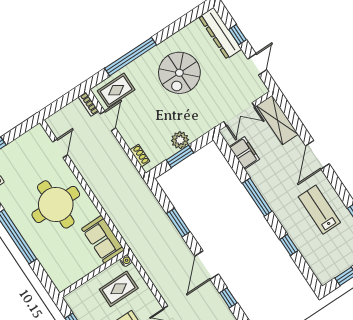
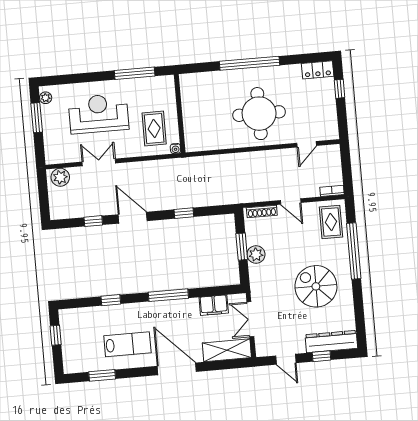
door: (108, 121) -> (291, 202), moved
door: (60, 148) -> (307, 144), hinge flipped
door: (317, 155) -> (177, 369), width x1.36
shoe rack: (140, 156) -> (262, 211), width x1.43
window: (178, 223) -> (184, 213), width x0.67
sofa: (103, 239) -> (205, 139), removed

